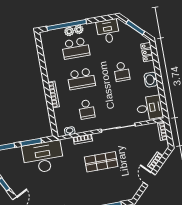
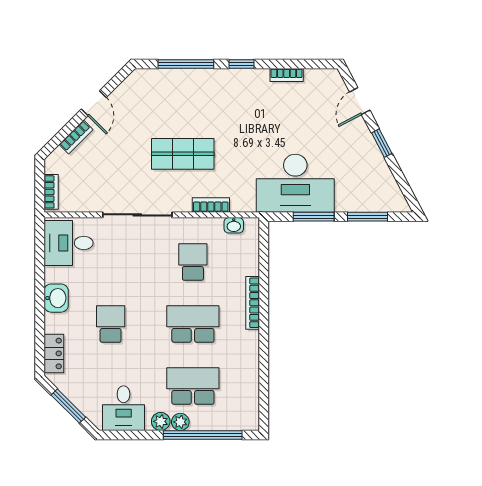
plant: (69, 31) -> (161, 421), moved

